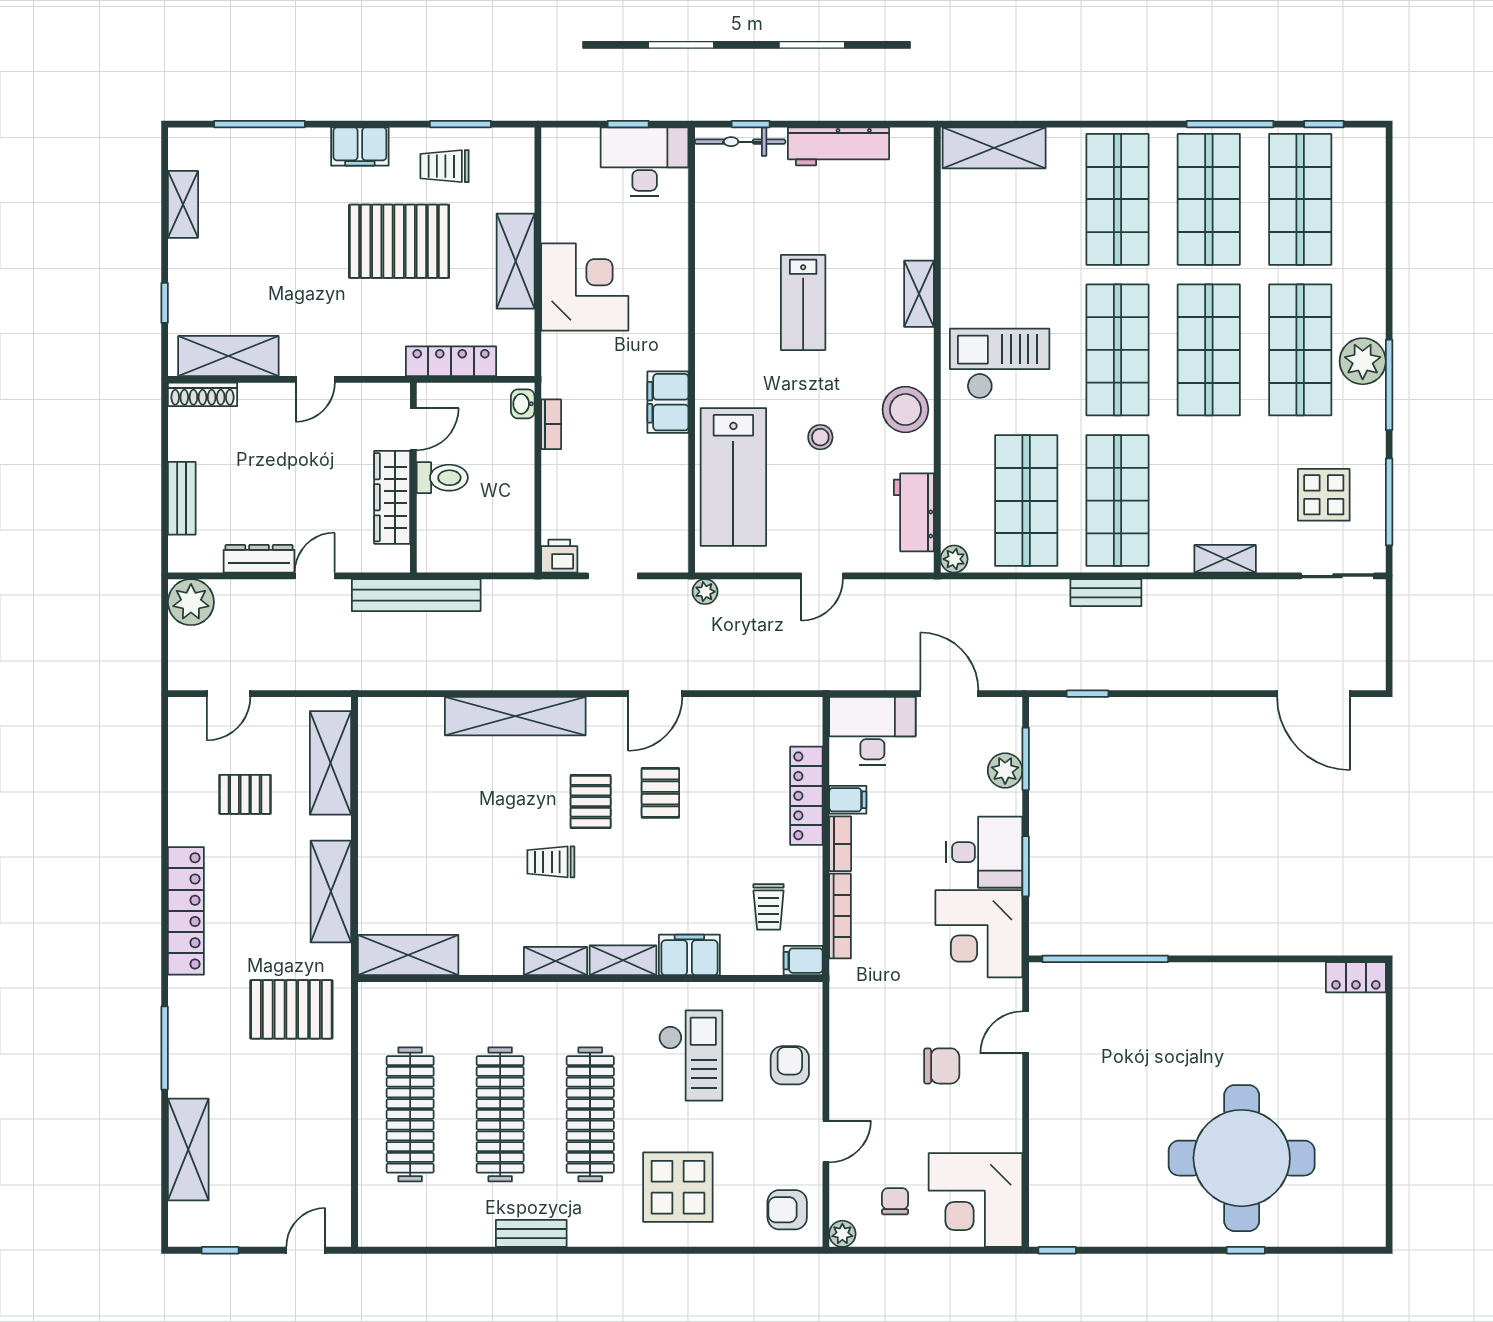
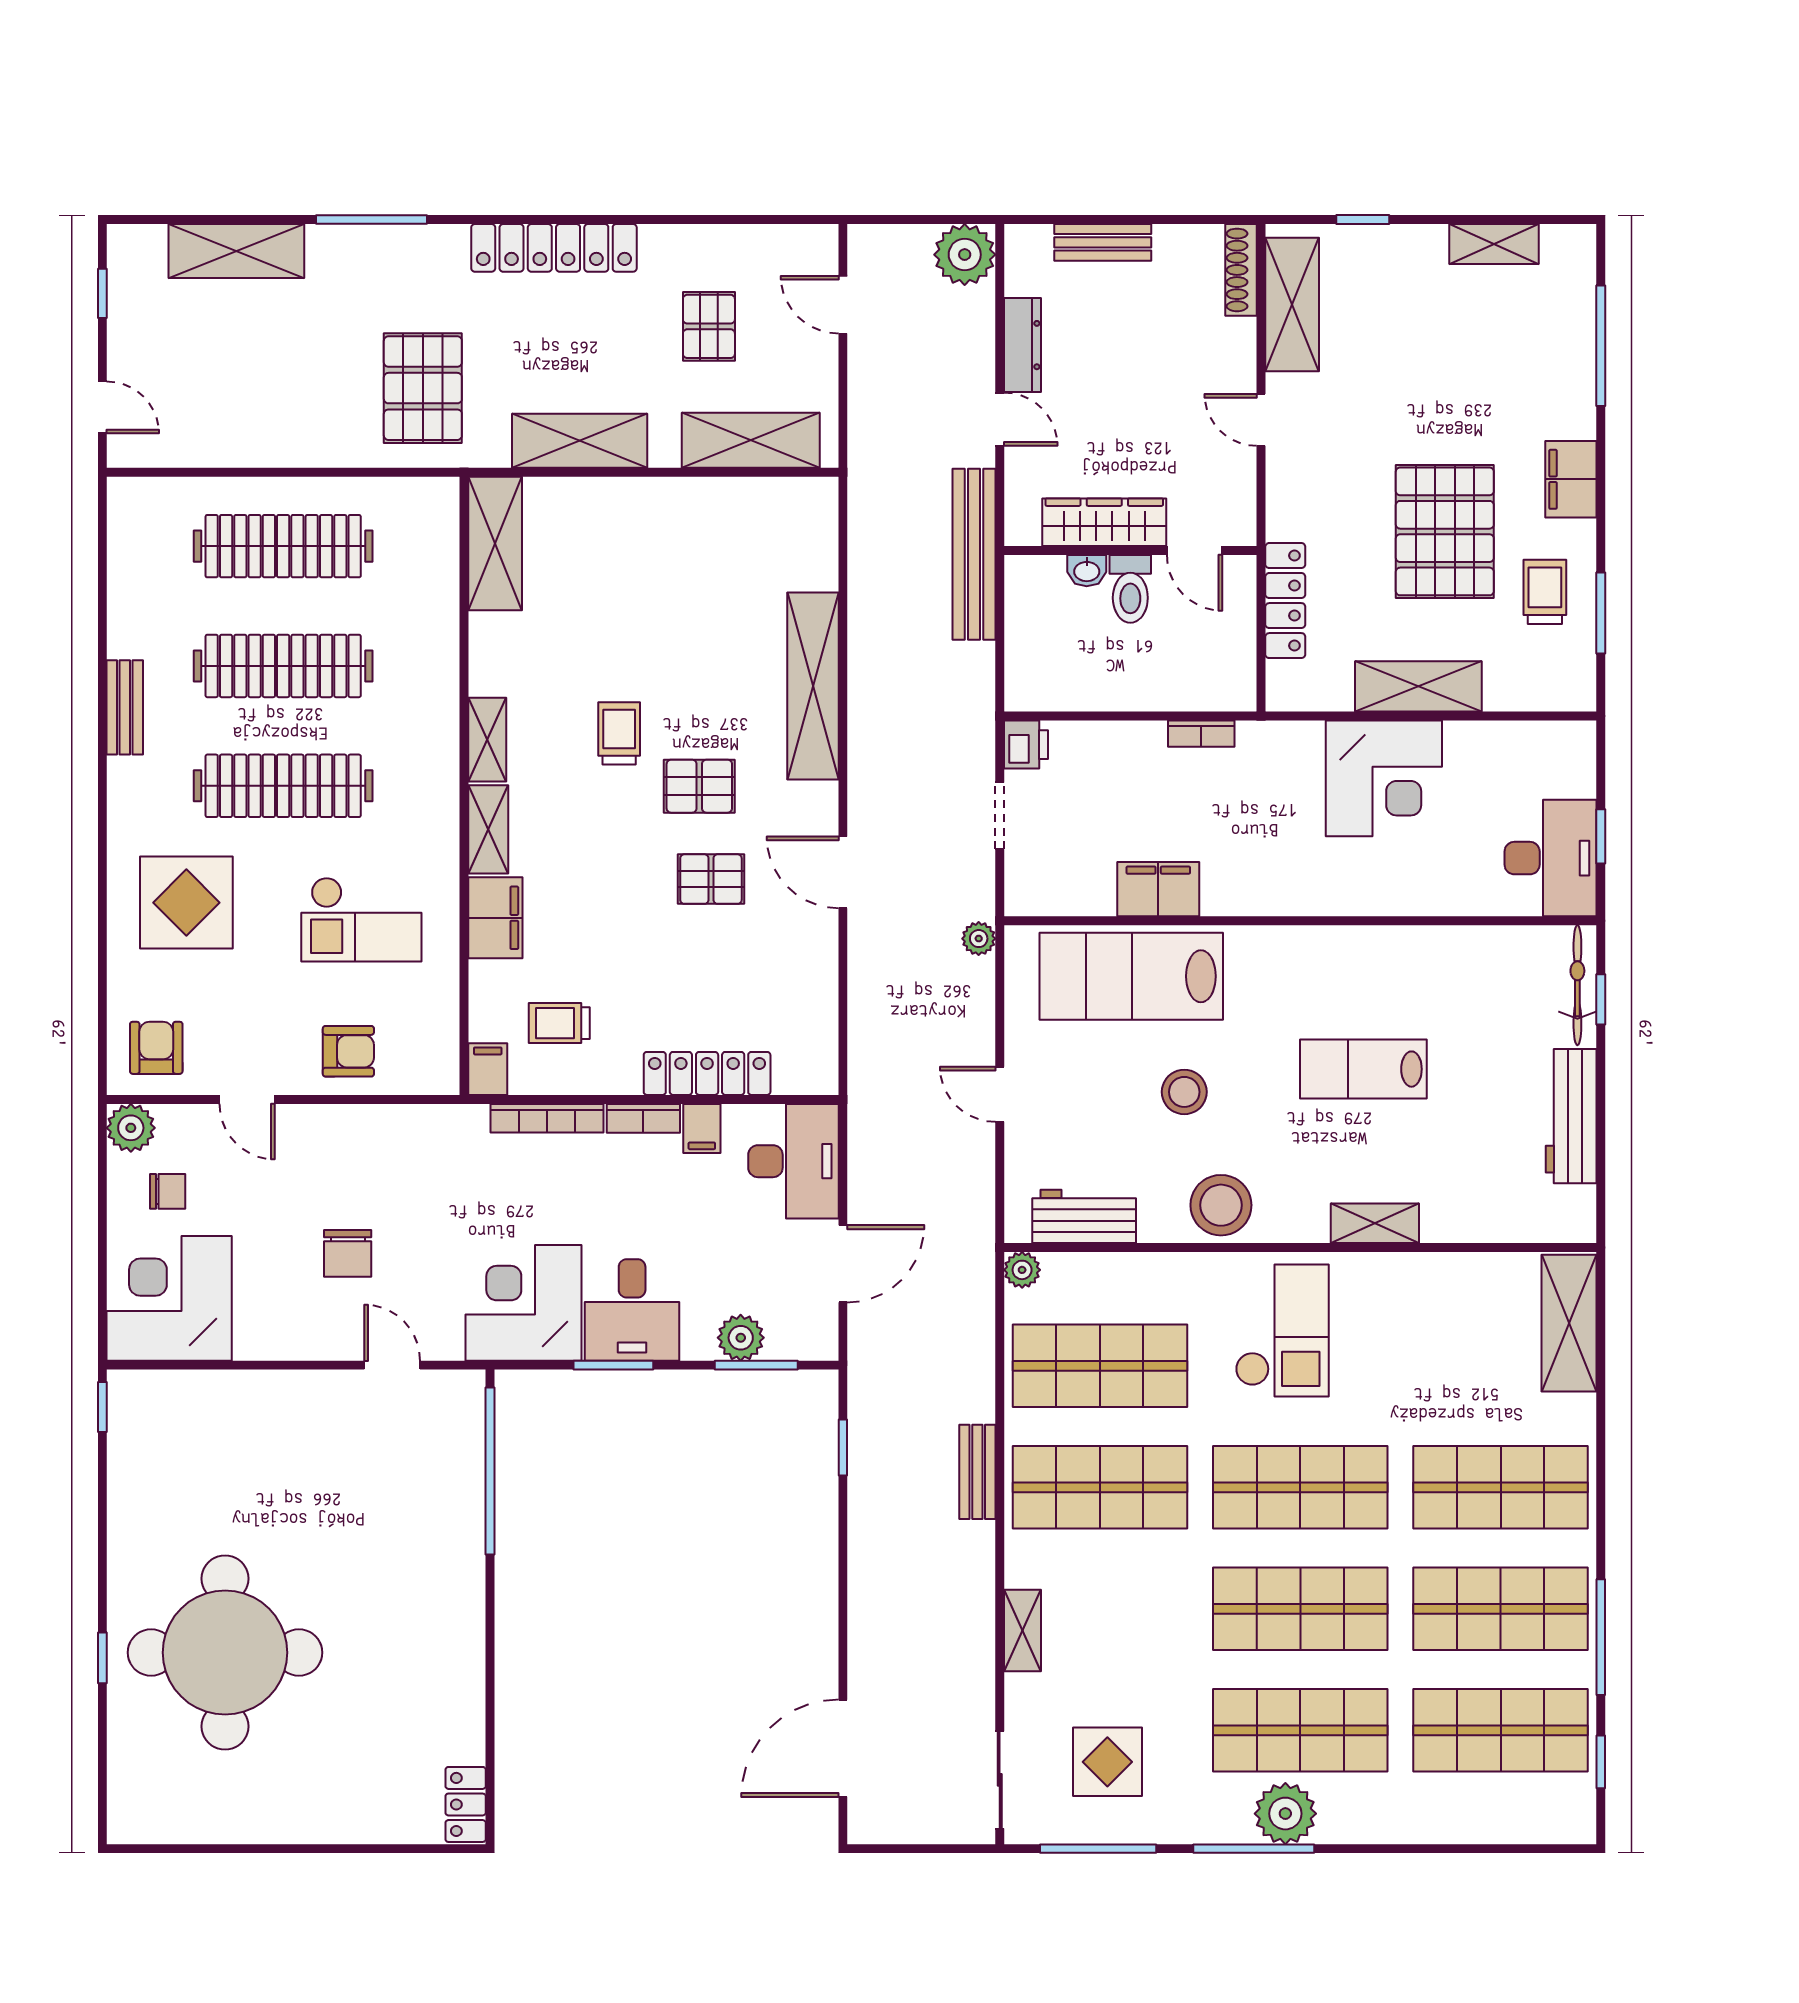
filing cabinet: (668, 402) -> (1158, 889), moved
washbasin: (523, 404) -> (1087, 571), moved, turned 180
stool: (820, 437) -> (1184, 1092), width x1.37, depth x1.37
plant: (842, 1234) -> (131, 1128), width x1.38, depth x1.38

